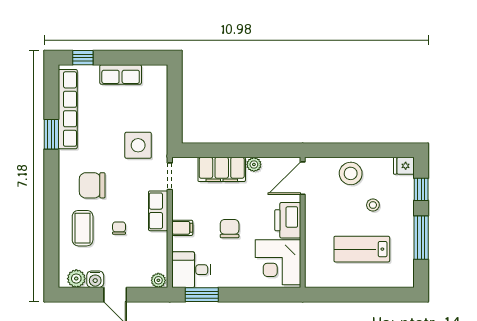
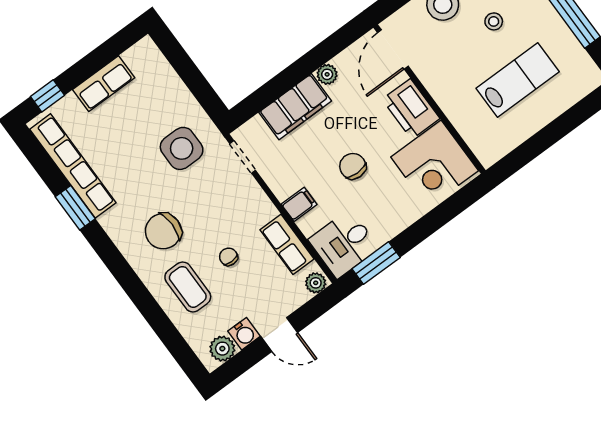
row of seats: (158, 211) -> (287, 244), moved
lab bench: (362, 249) -> (518, 80), turned 180

